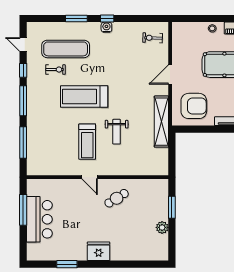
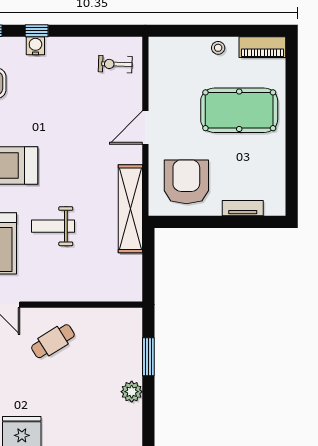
armchair: (194, 106) -> (186, 182), turned -90
weight bench: (117, 132) -> (53, 226), turned 90

